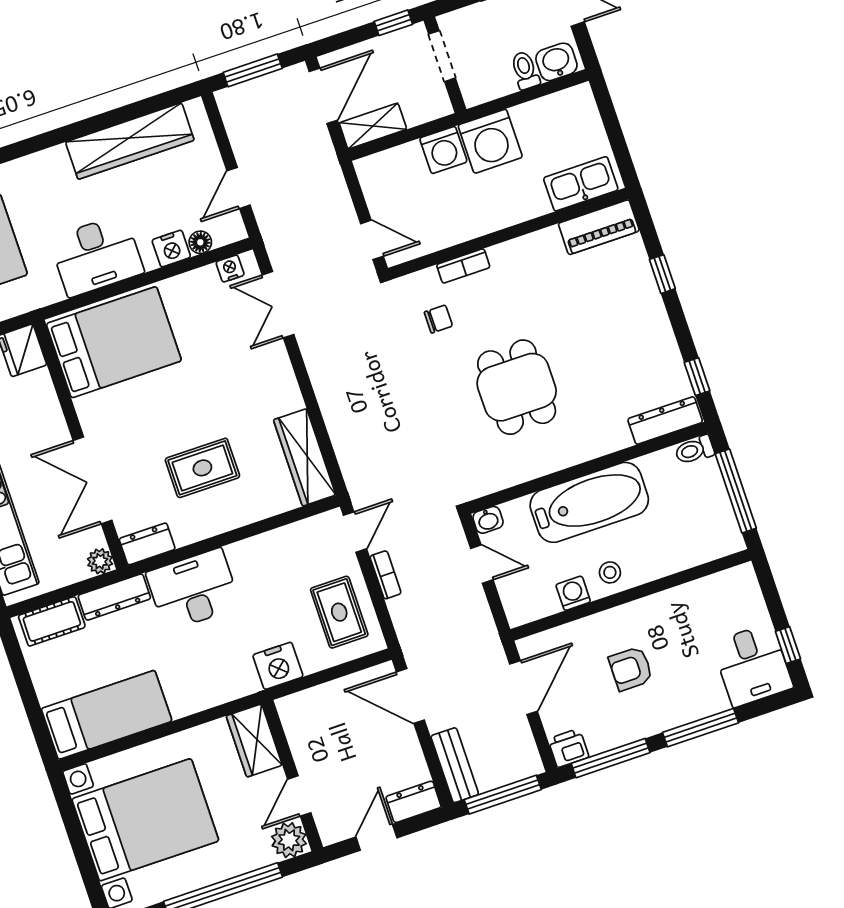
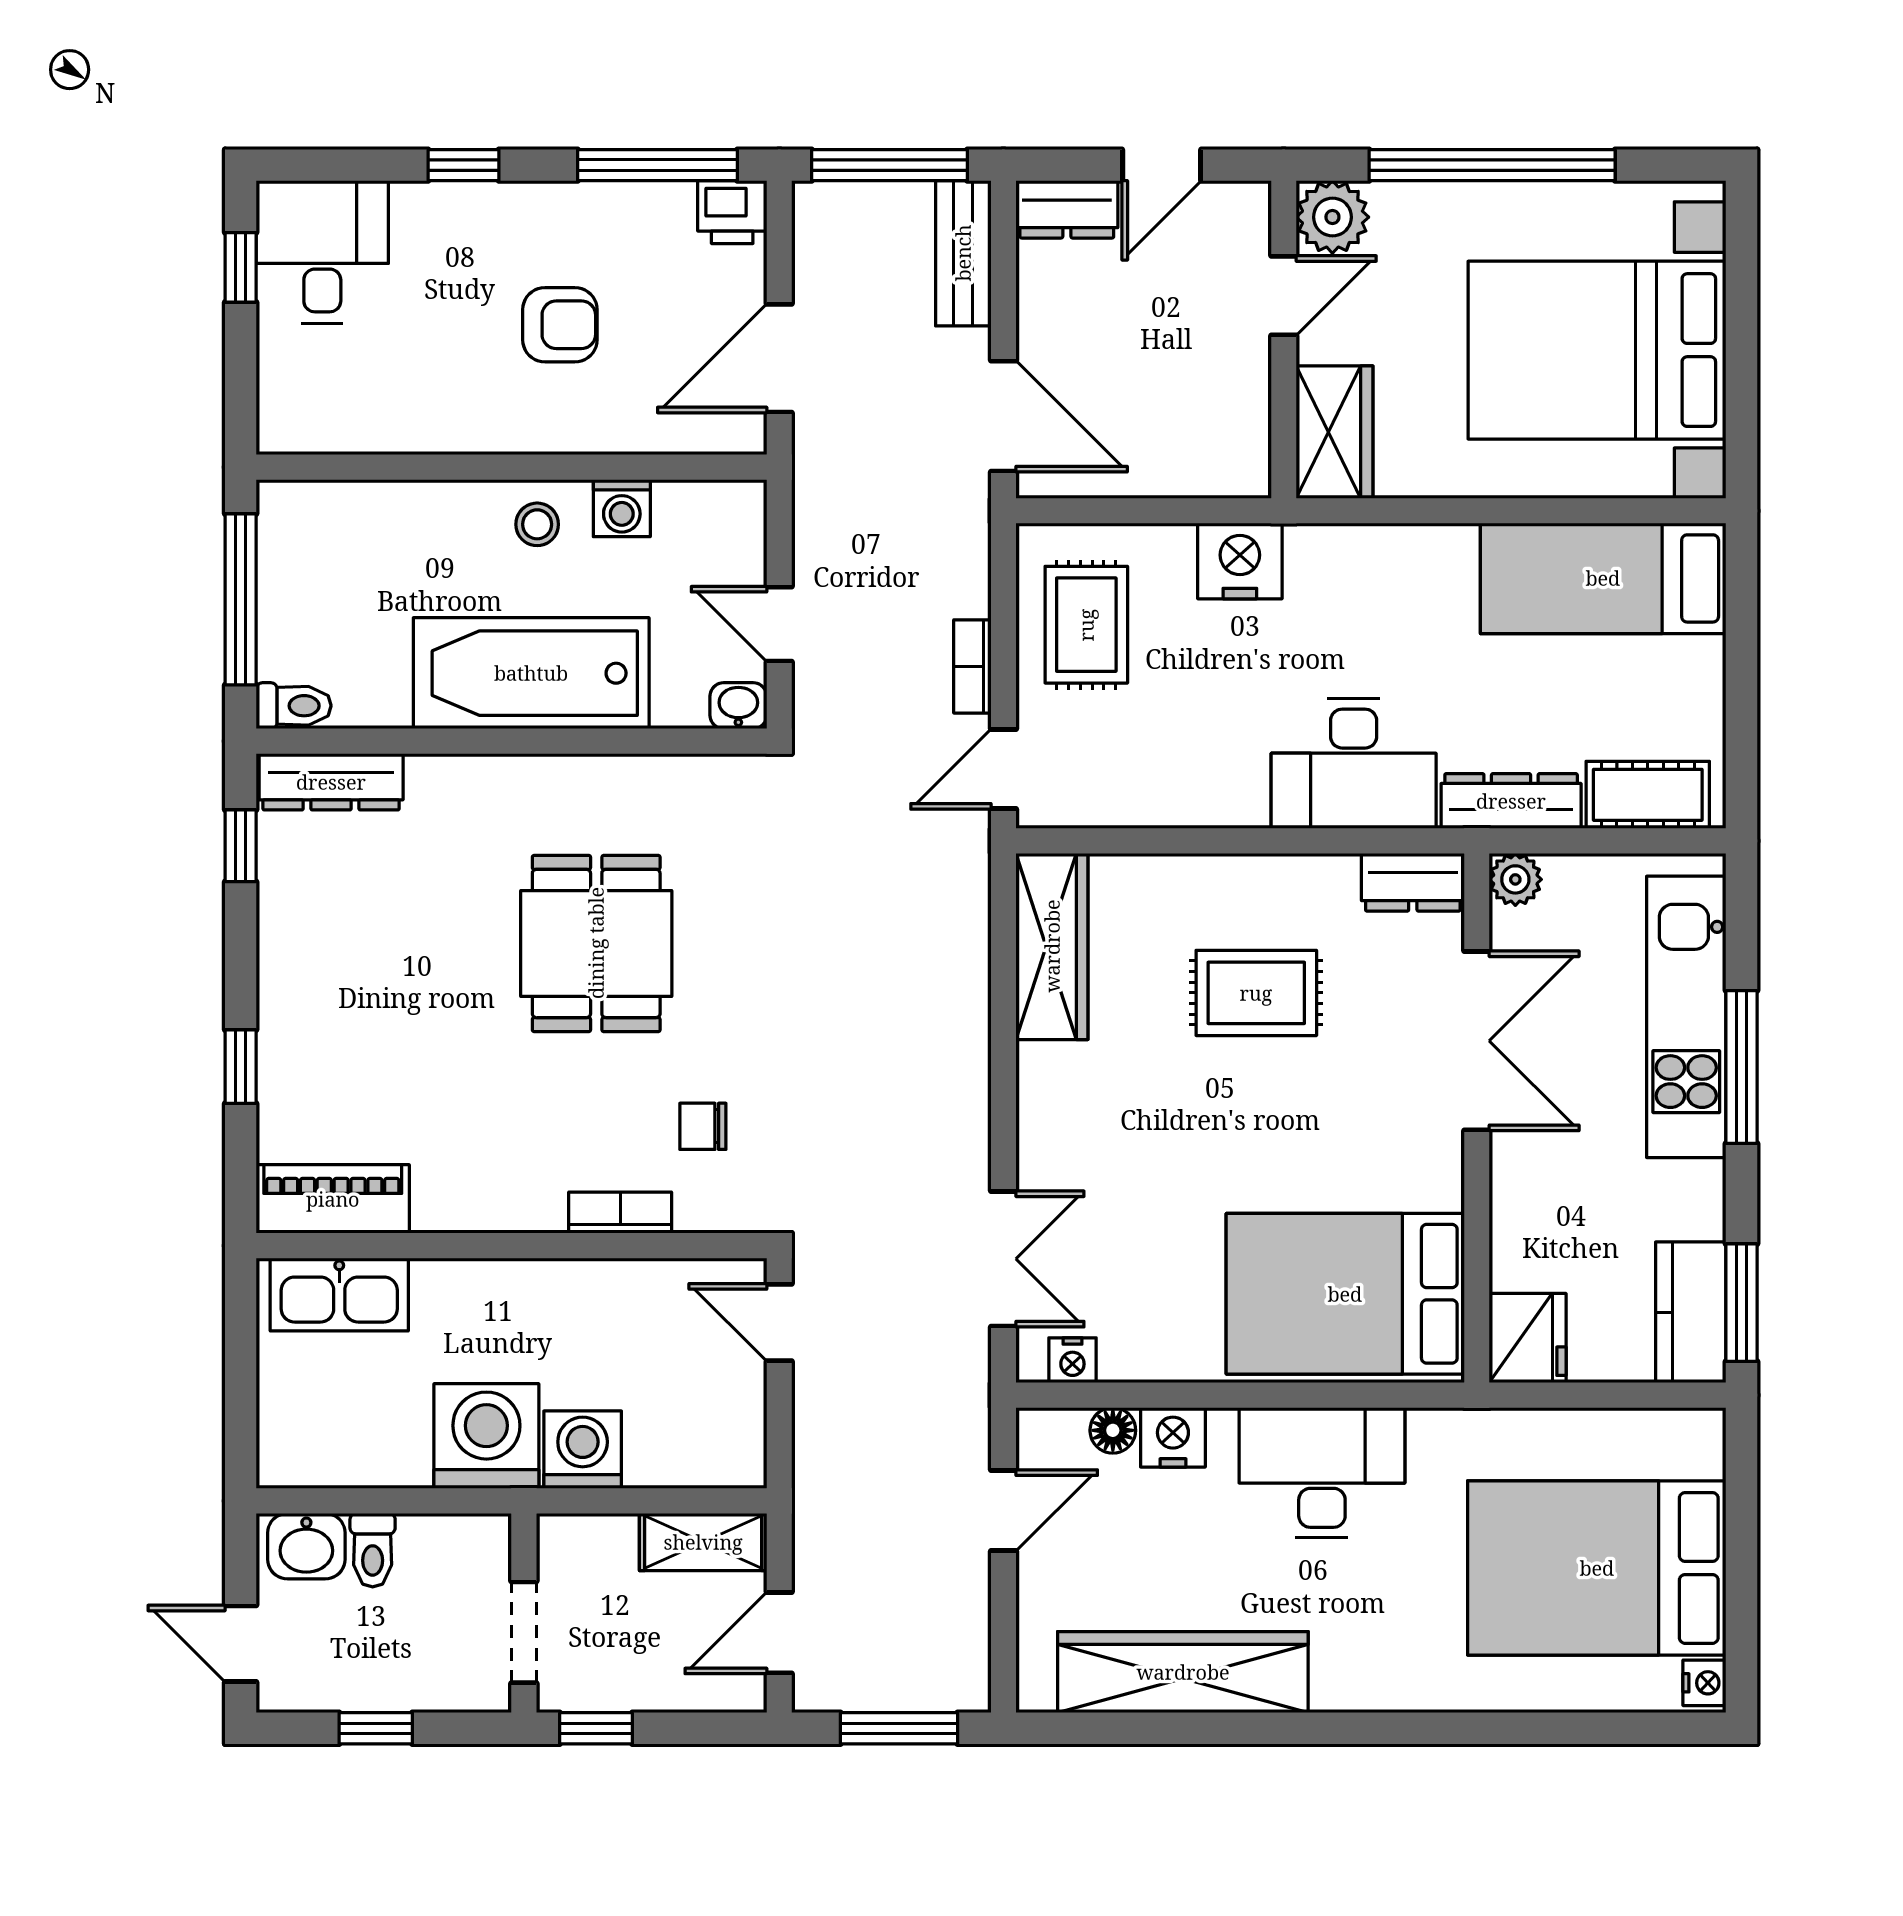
door: (323, 96) -> (779, 1633), width x0.73
window: (700, 728) -> (464, 165), width x0.46

